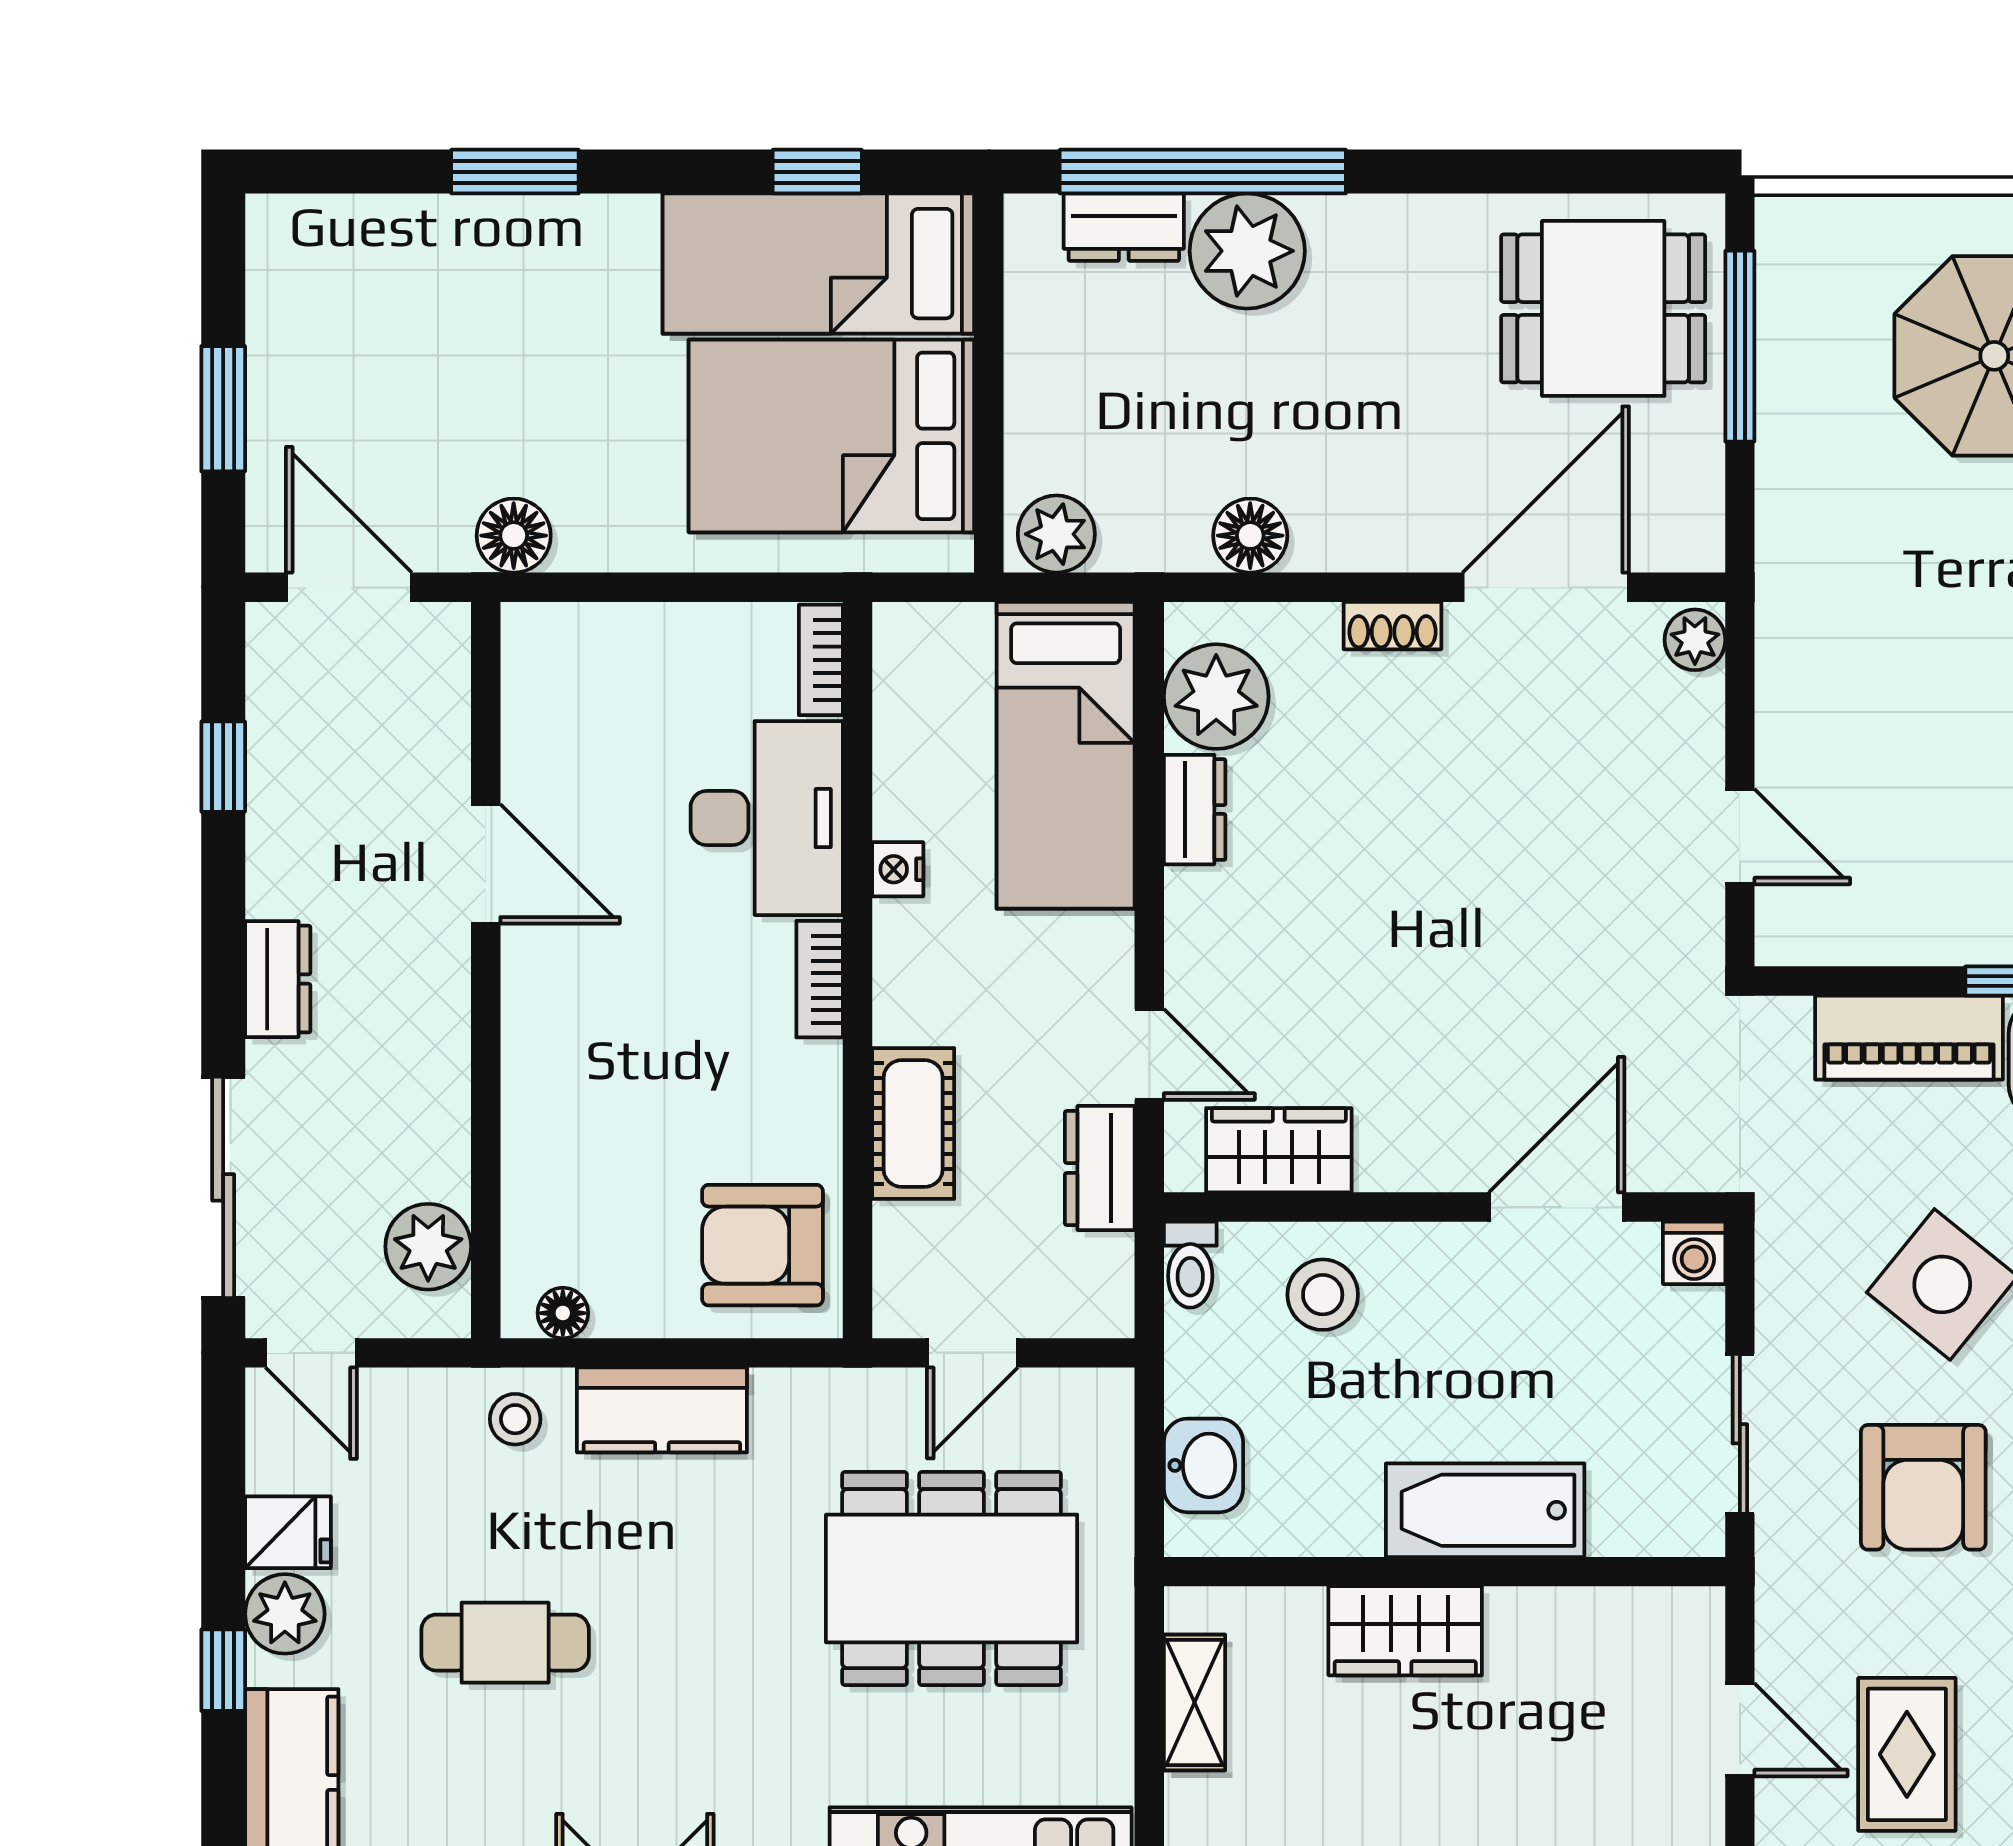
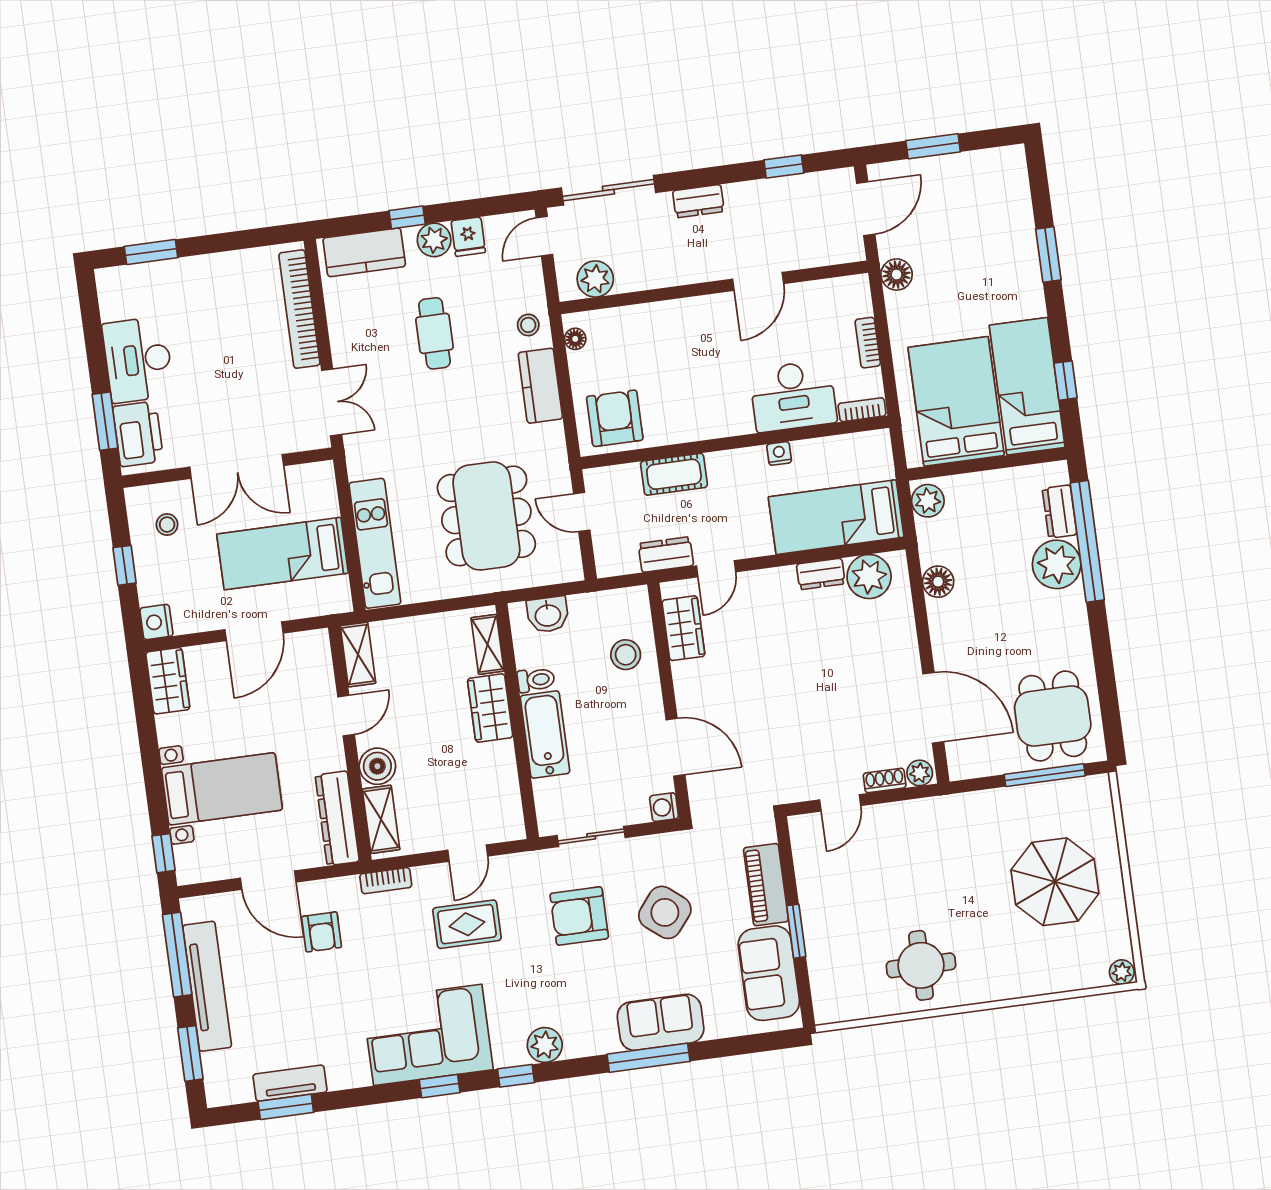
shoe rack: (1392, 626) -> (885, 781), moved, turned 90
bookcase: (820, 979) -> (868, 343), moved, turned -90
toilet: (1190, 1265) -> (536, 680), moved, turned 180
shelving: (1194, 1703) -> (488, 644), moved, turned 90

